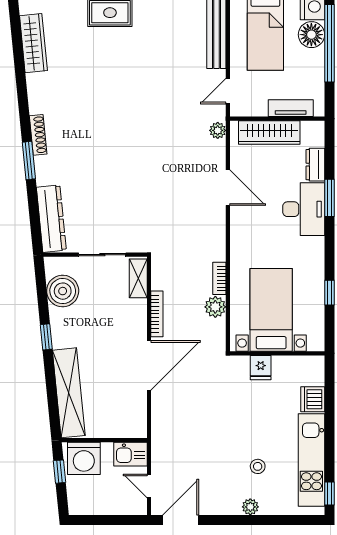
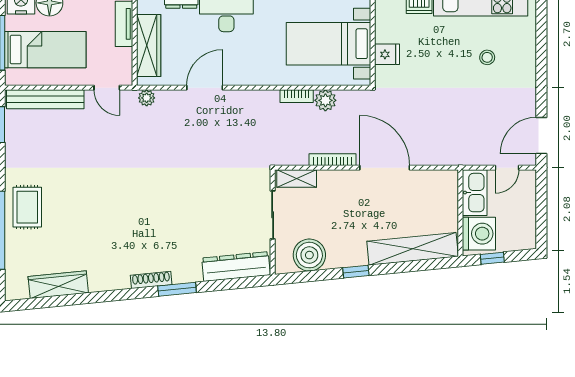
kitchen sink: (131, 454) -> (475, 193), width x1.38
plant: (250, 507) -> (528, 65), removed
door: (181, 520) -> (541, 135), hinge flipped

